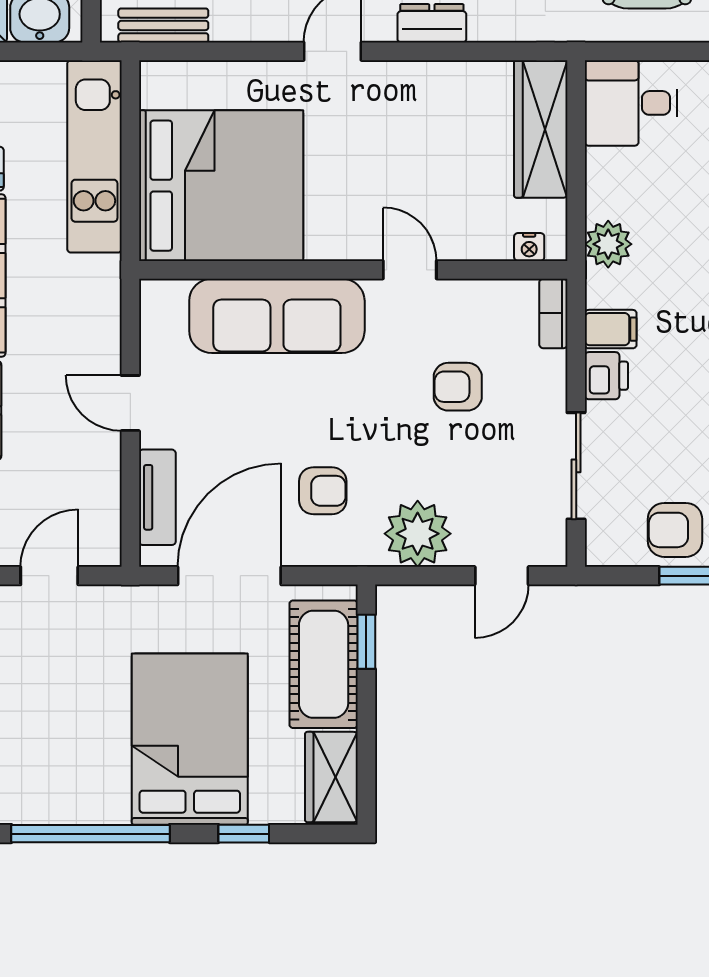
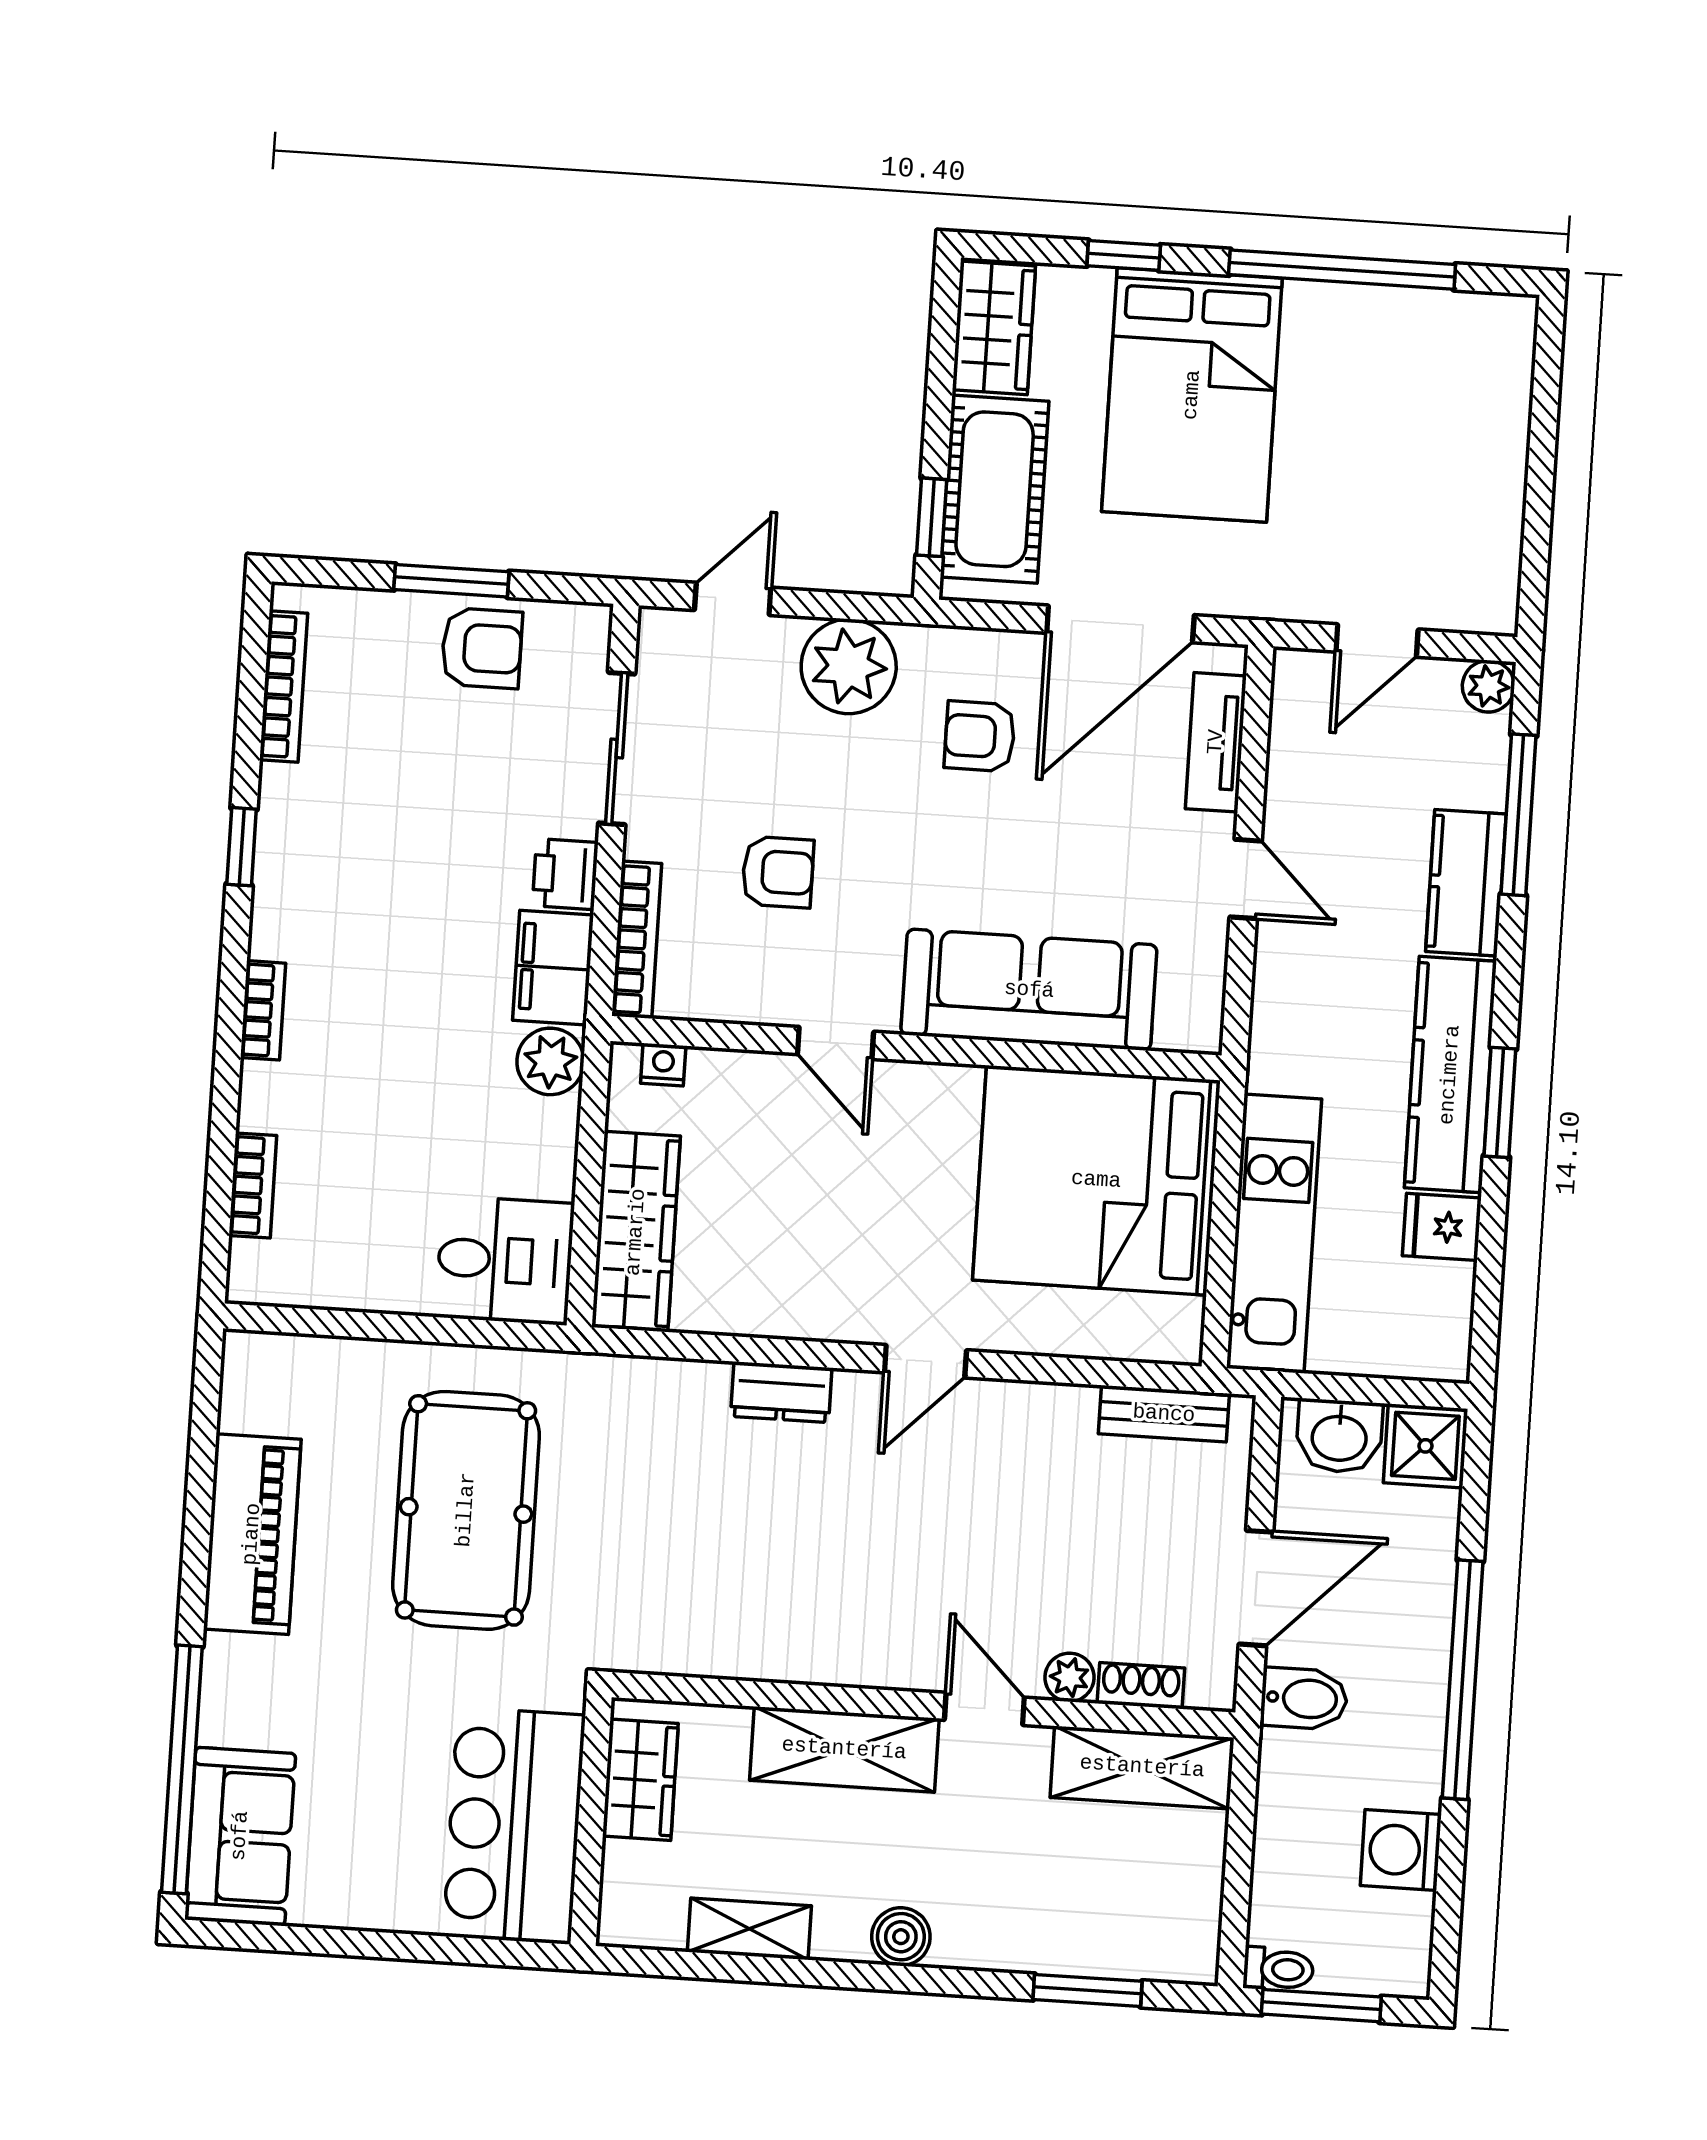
bookcase: (553, 313) -> (637, 940), width x1.56
filing cabinet: (611, 329) -> (553, 968), width x2.00

